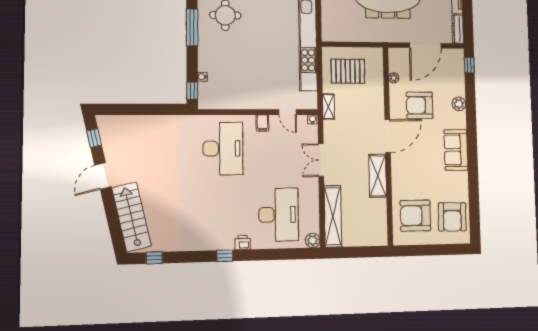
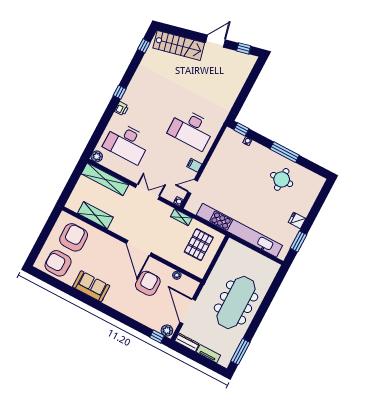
plant: (459, 104) -> (167, 331), moved
sofa: (456, 150) -> (91, 286), moved
door: (103, 176) -> (215, 41), hinge flipped
shelving: (378, 176) -> (95, 215), moved

